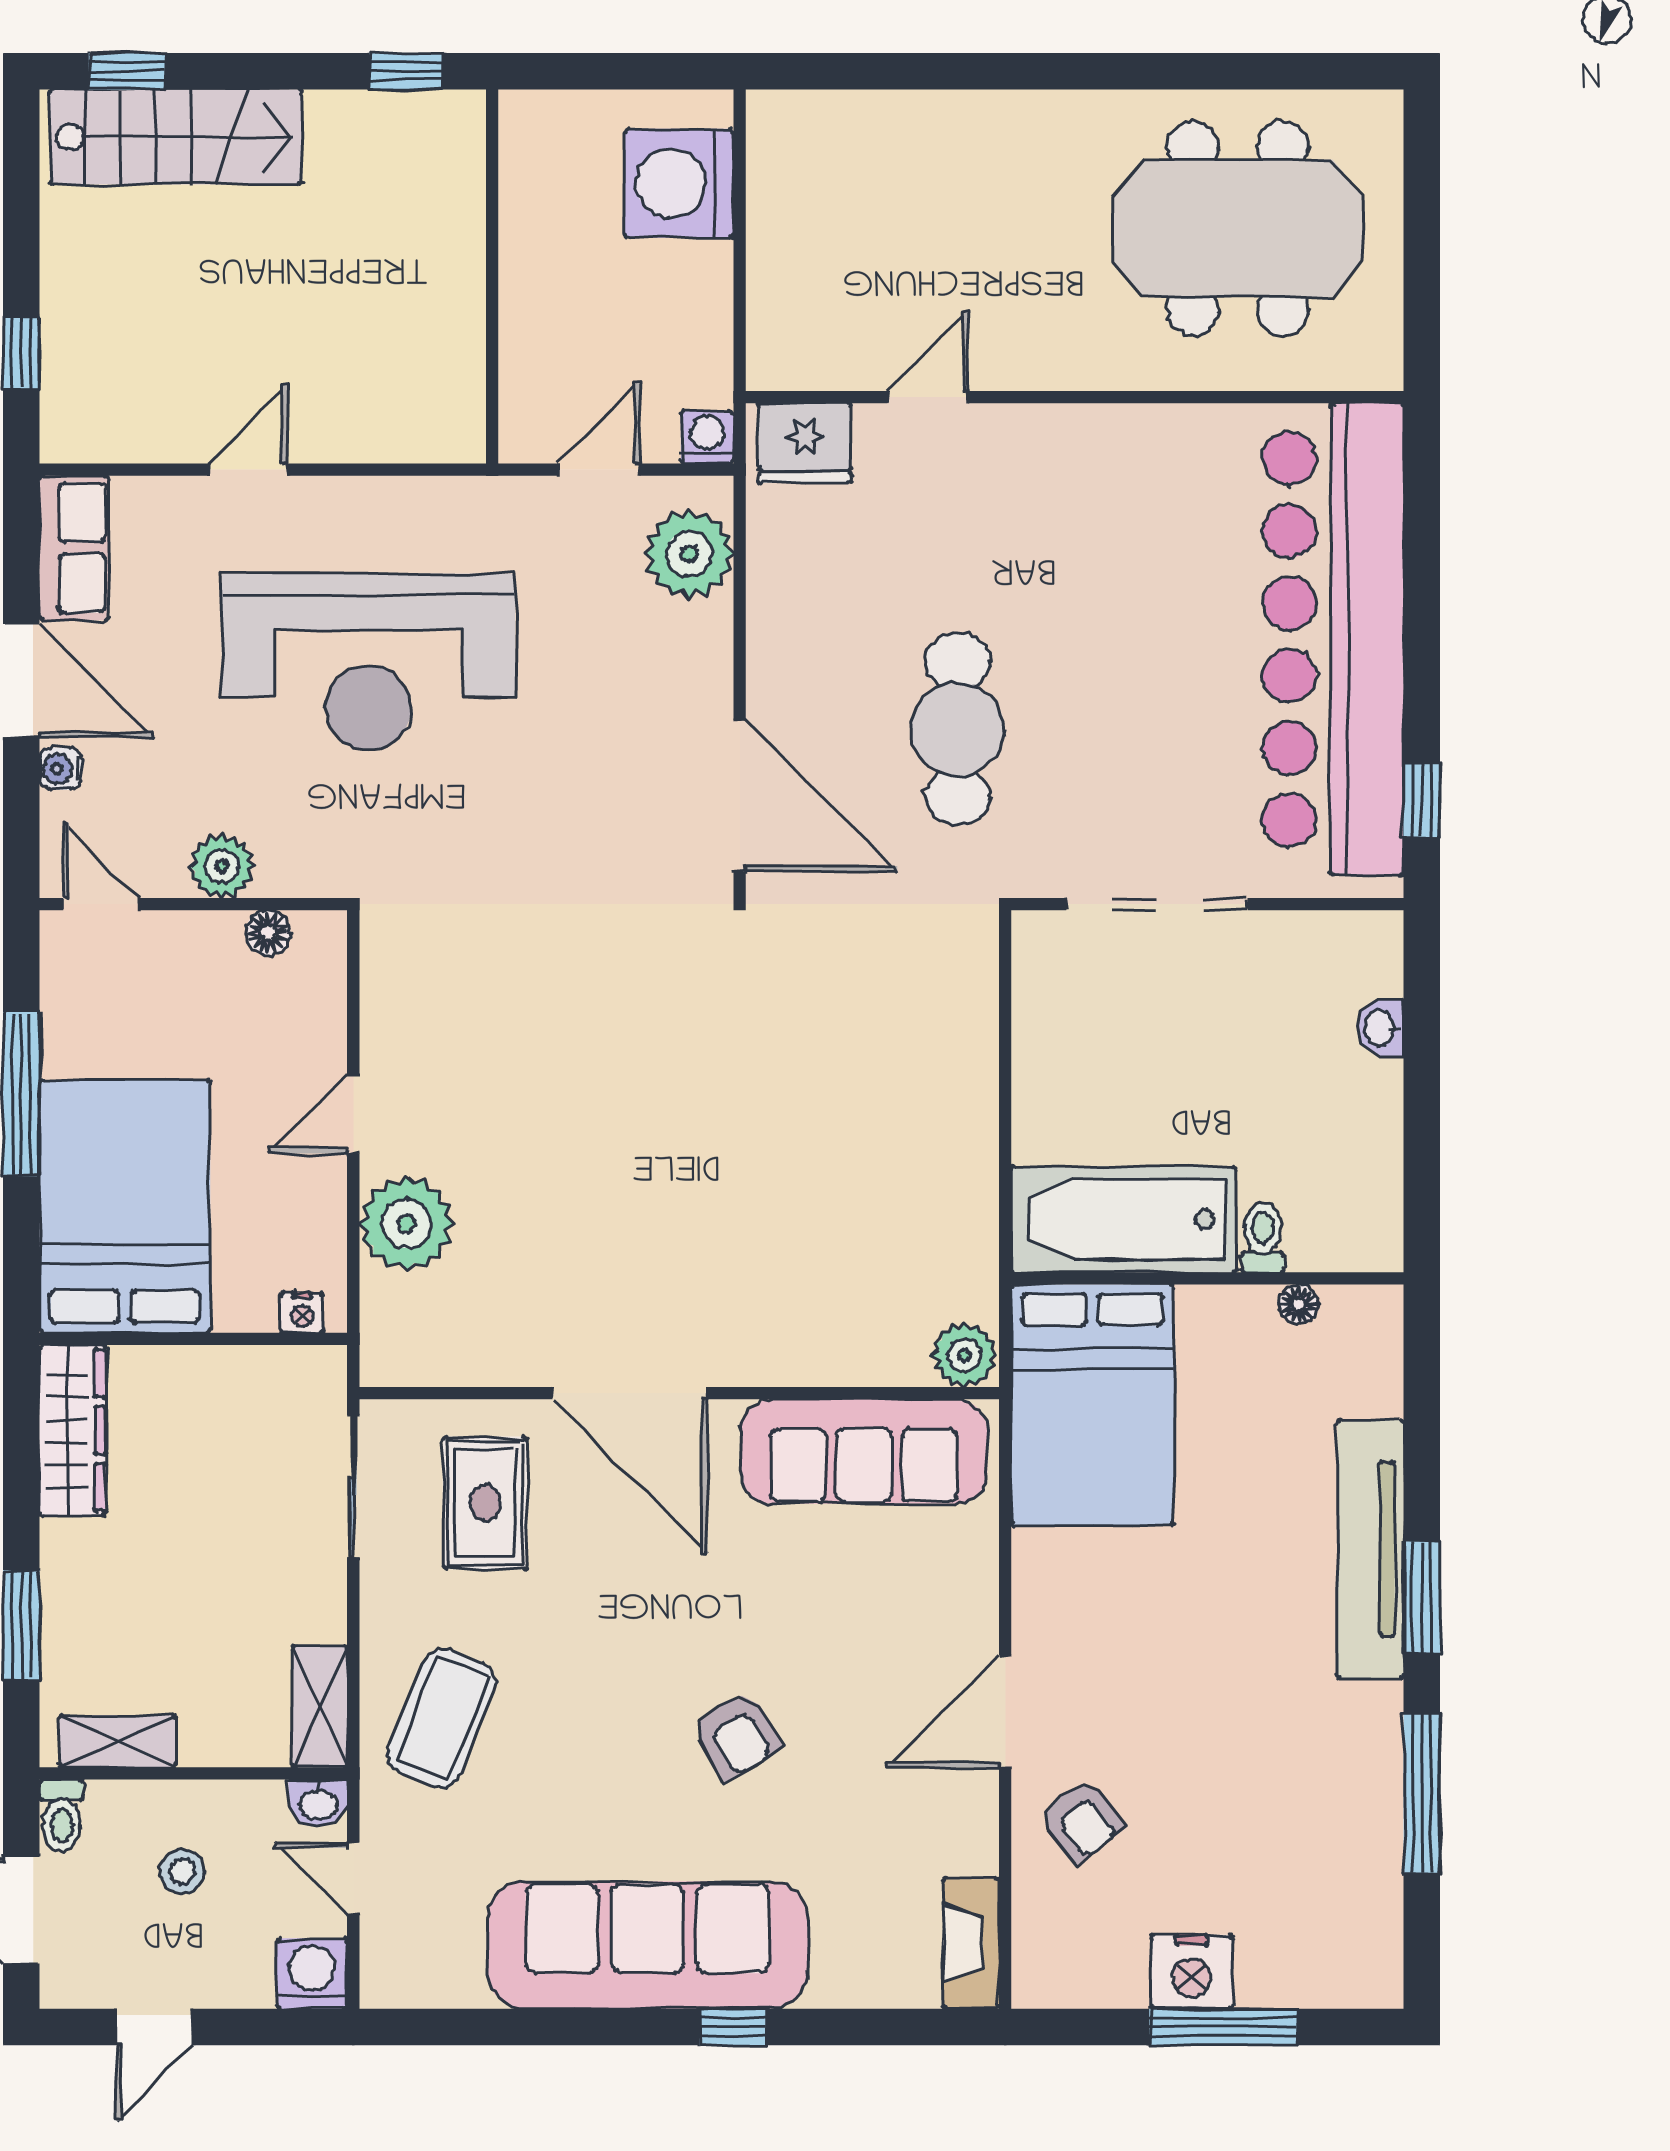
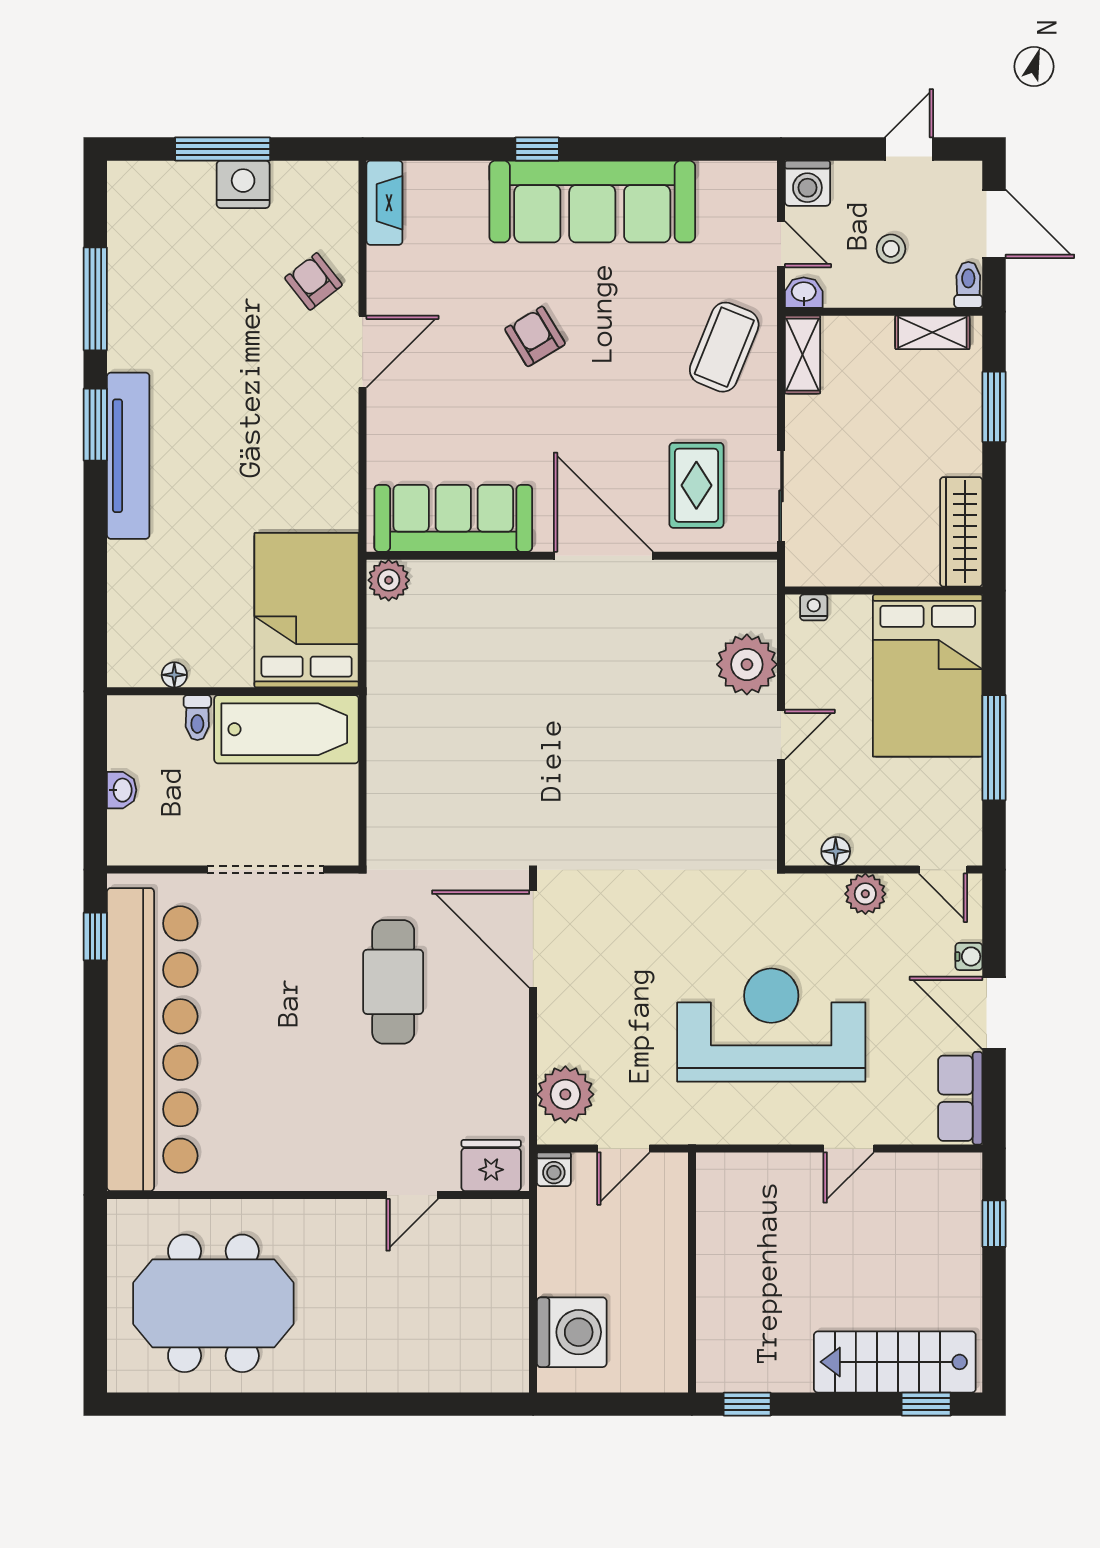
bathtub: (1124, 1219) -> (286, 729), moved
toilet: (1263, 1237) -> (197, 718), moved
wall: (1207, 1278) -> (233, 691), moved
floor lamp: (1299, 1304) -> (174, 675), moved
bed: (1093, 1405) -> (307, 610), moved

